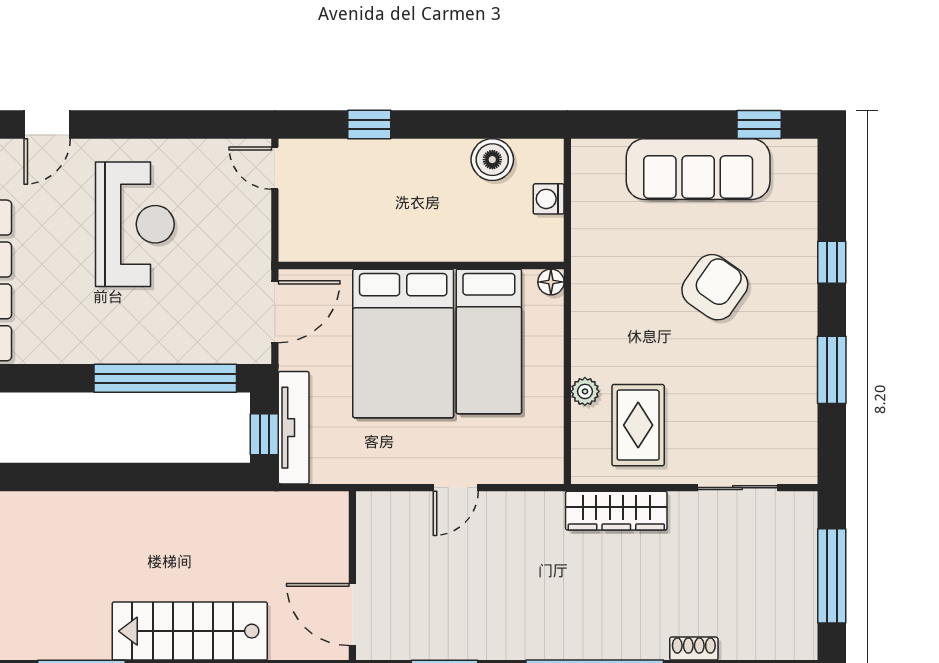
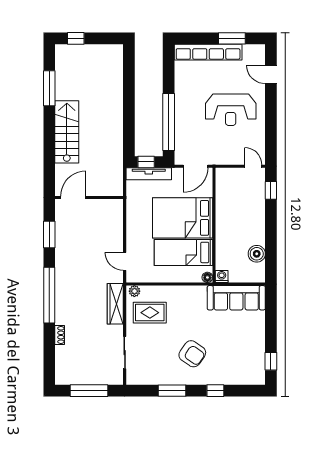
window: (369, 124) -> (271, 190), moved
door: (275, 168) -> (253, 166), hinge flipped
sofa: (698, 169) -> (236, 298), moved, turned -90
washing machine: (549, 199) -> (222, 276), moved
armchair: (715, 287) -> (192, 354), moved
door: (275, 312) -> (195, 166), hinge flipped
plant: (585, 391) -> (134, 291), moved
door: (456, 488) -> (125, 261), moved

